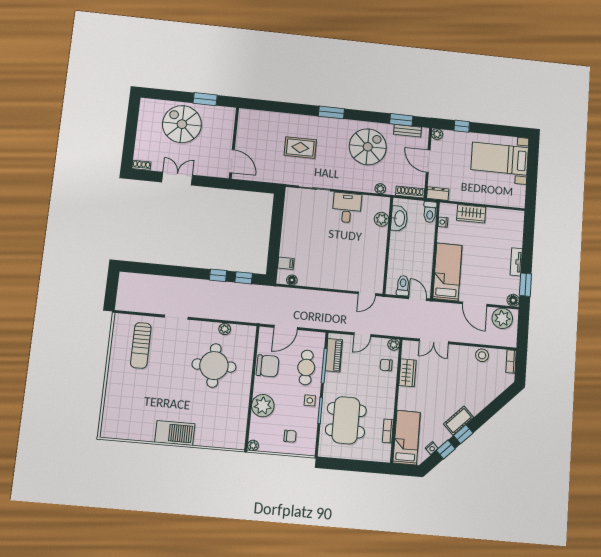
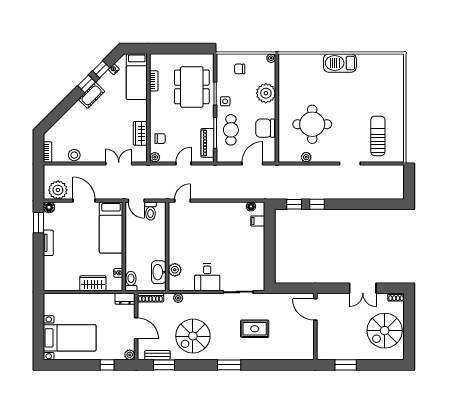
spiral stairs: (182, 124) -> (385, 331), moved, turned 90

